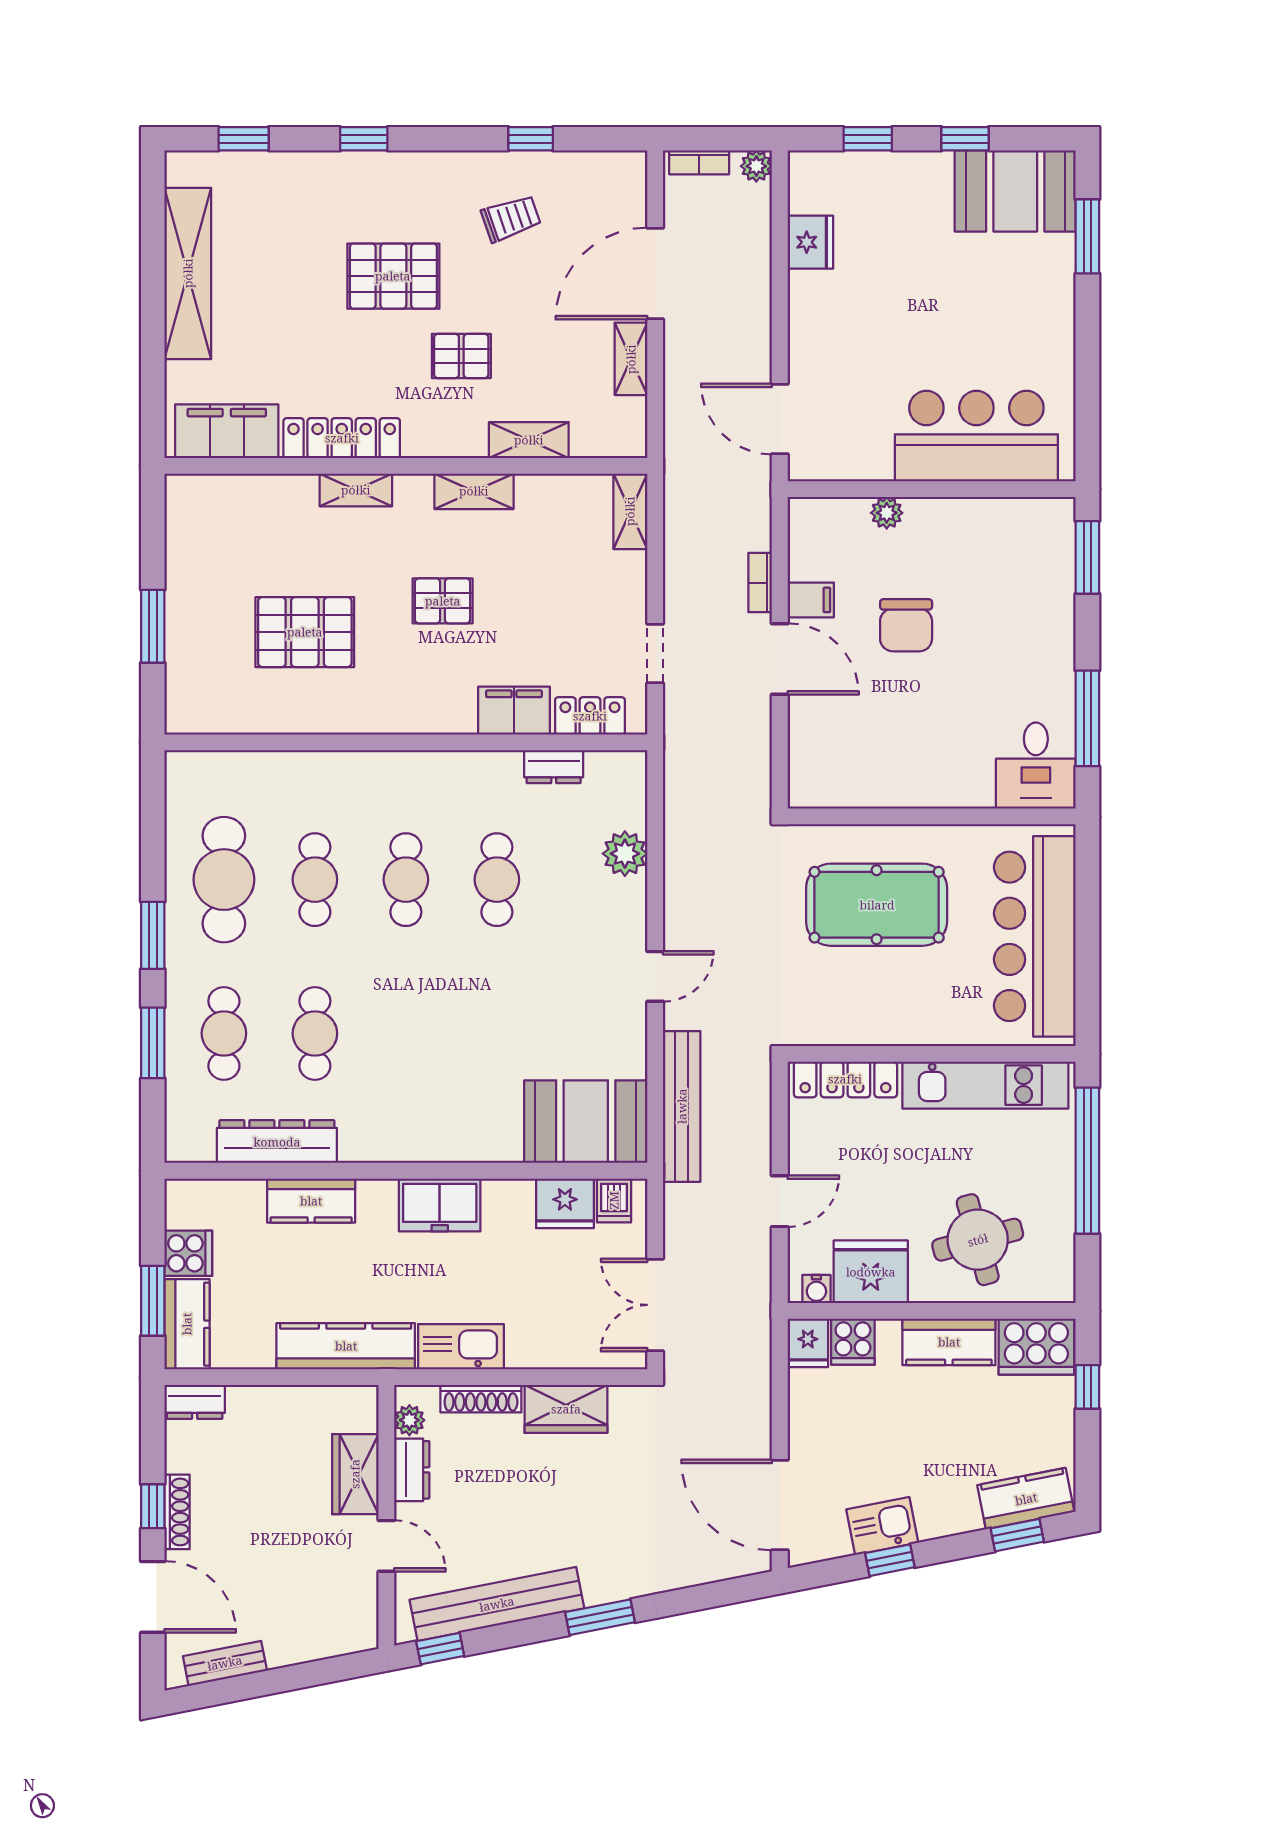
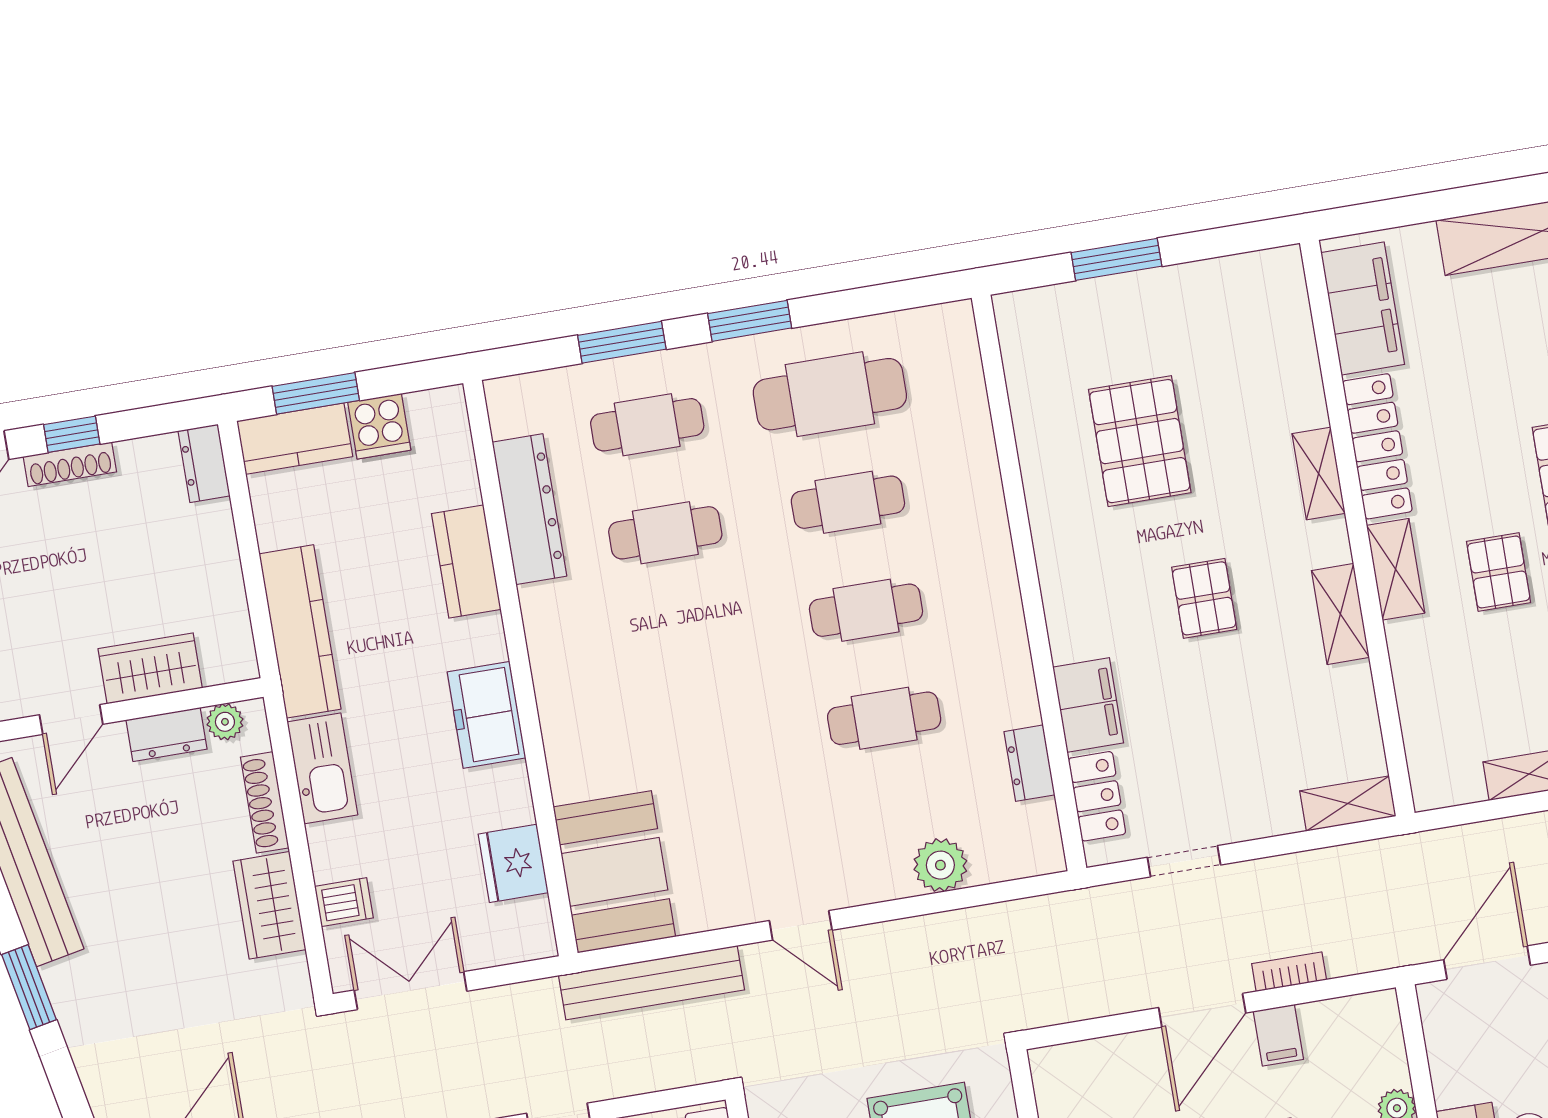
shelving: (529, 440) -> (1396, 569), moved
dishwasher: (614, 1200) -> (344, 902), moved, turned 180

